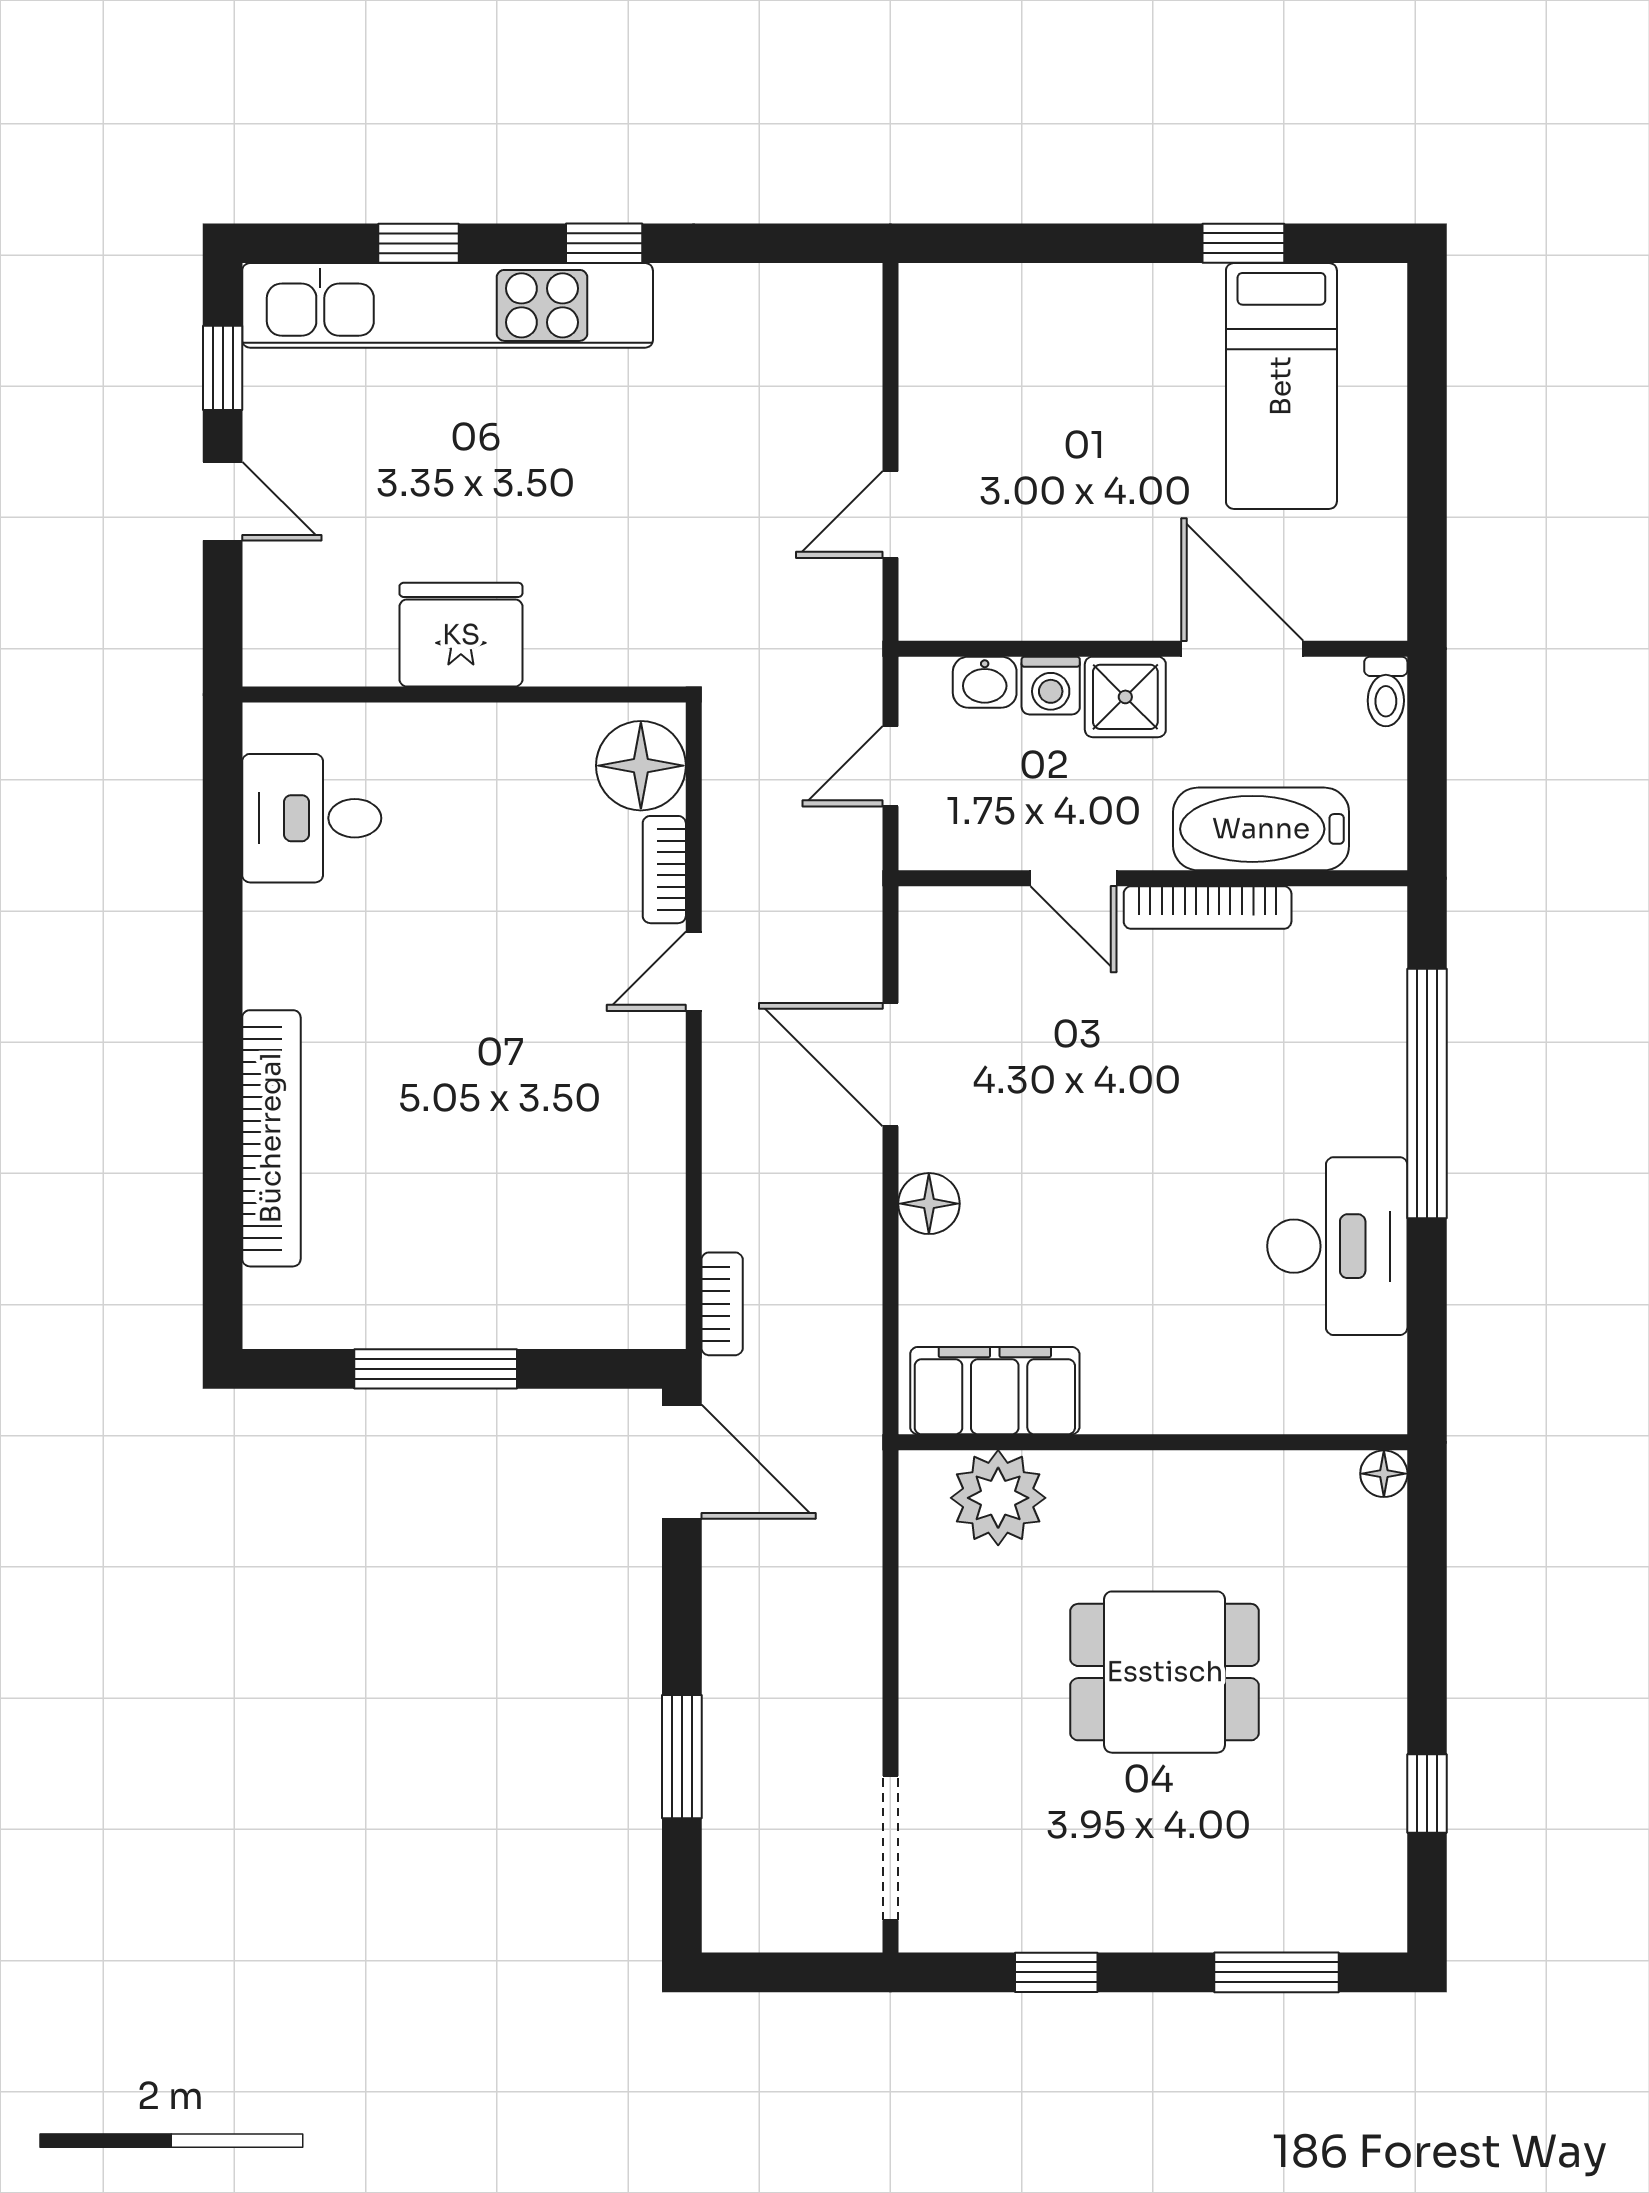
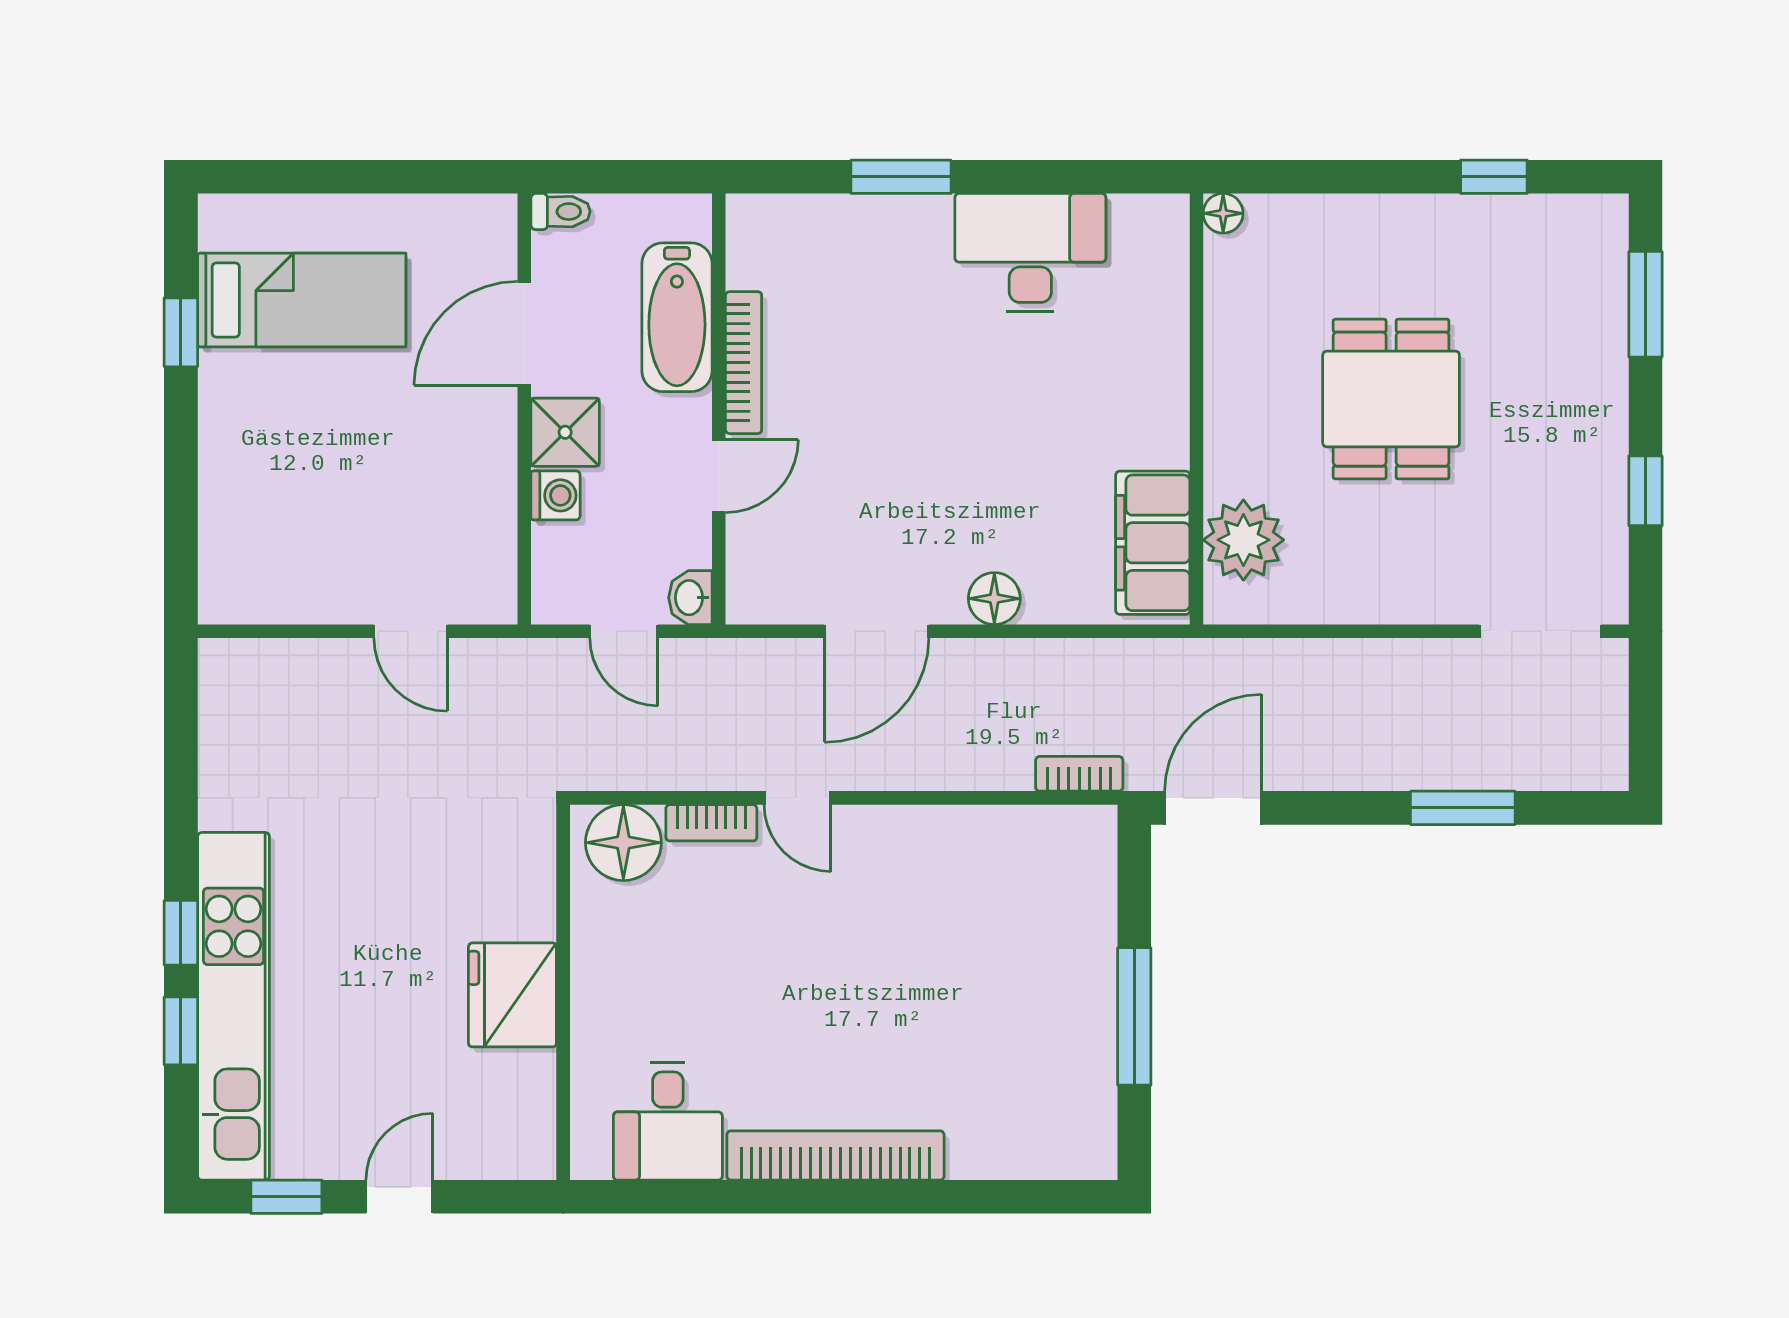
window: (604, 243) -> (181, 933), moved
washbasin: (985, 682) -> (690, 598), moved, turned 180
window: (1427, 1093) -> (901, 177), width x0.47
bookcase: (271, 1138) -> (835, 1155), moved

